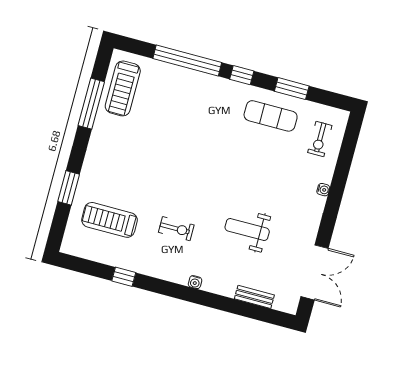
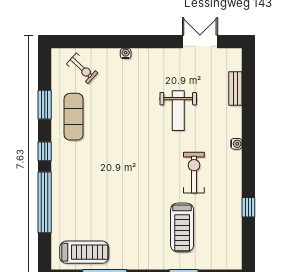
exercise bike: (320, 139) -> (82, 68), turned 43
treadmill: (109, 220) -> (182, 227), moved
exercise bike: (176, 229) -> (194, 173), width x1.38, depth x1.39
double door: (315, 272) -> (200, 42), width x0.73

